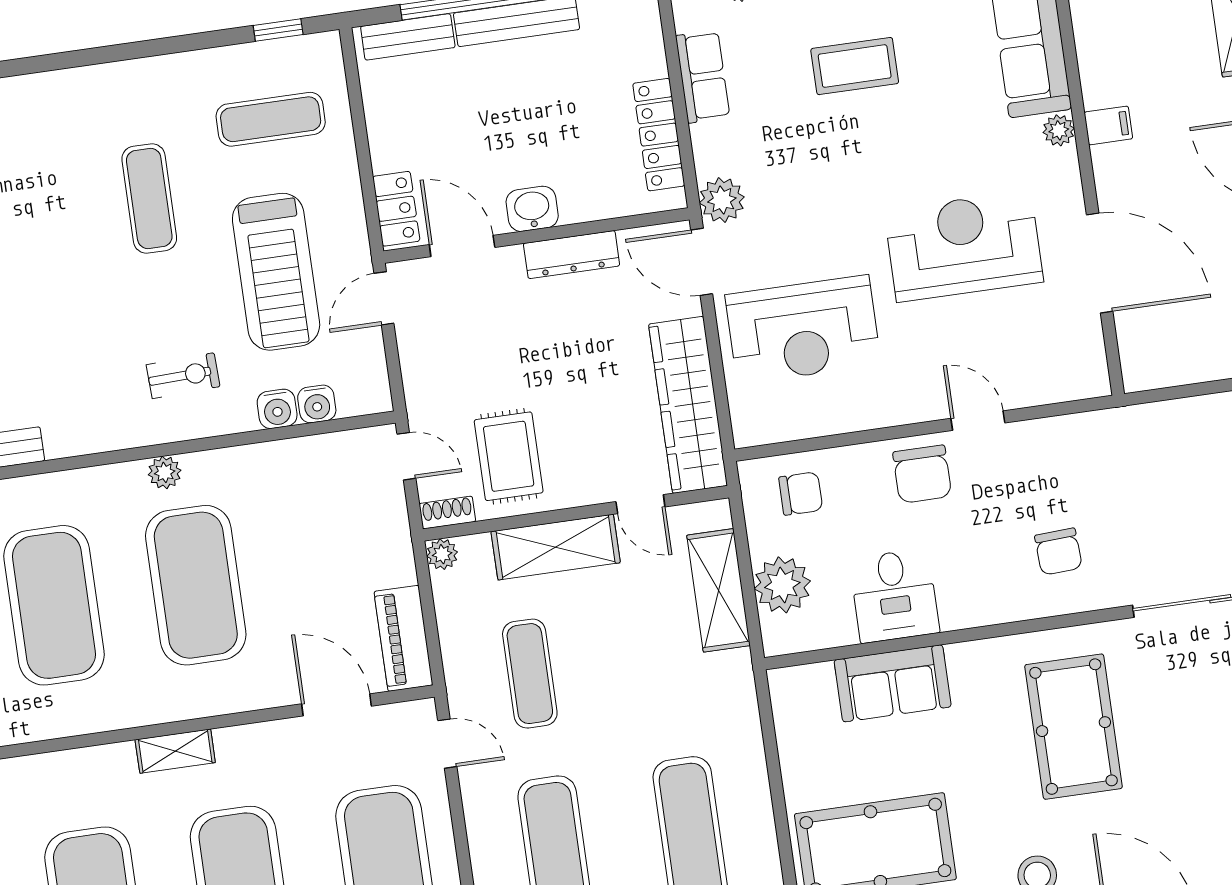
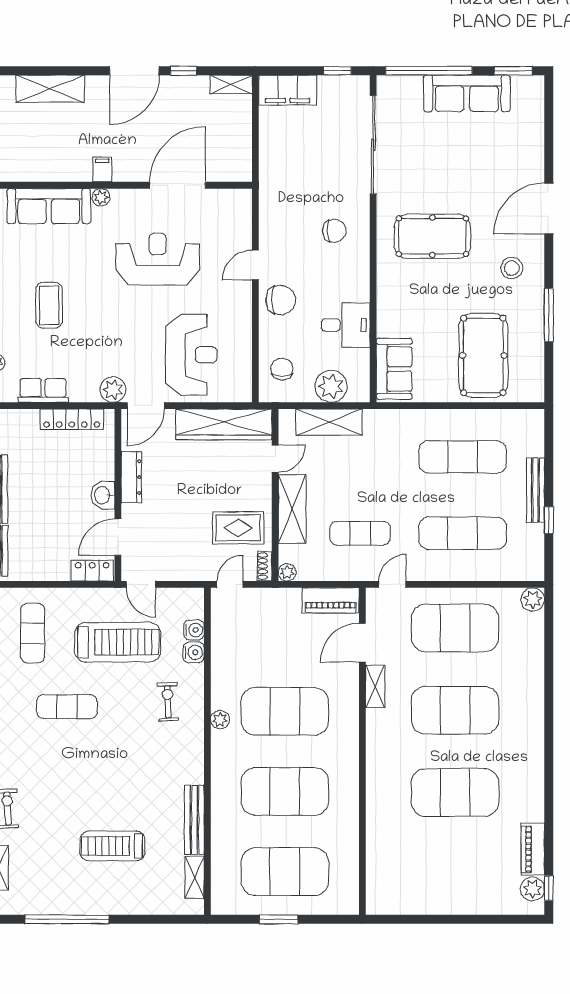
reception desk: (964, 246) -> (158, 259), turned 90
sofa: (893, 683) -> (394, 369), moved
shelving: (175, 751) -> (375, 687), moved

